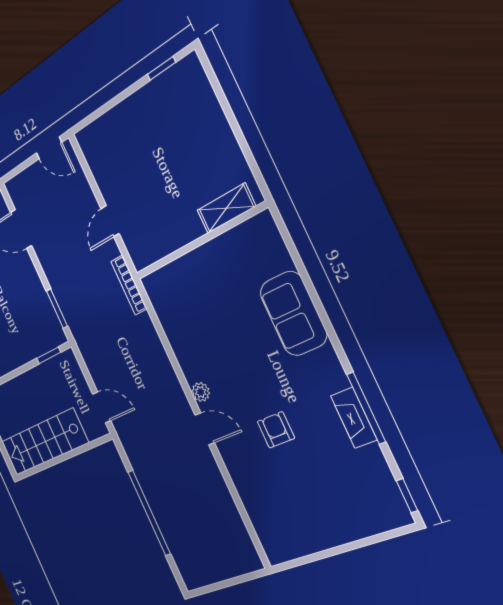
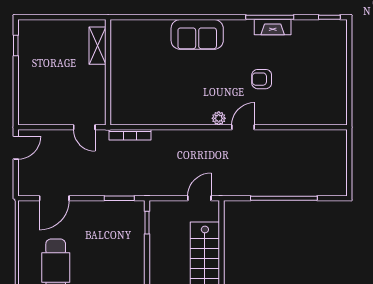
shelving: (226, 208) -> (97, 46), moved
wall: (200, 242) -> (108, 72), moved

